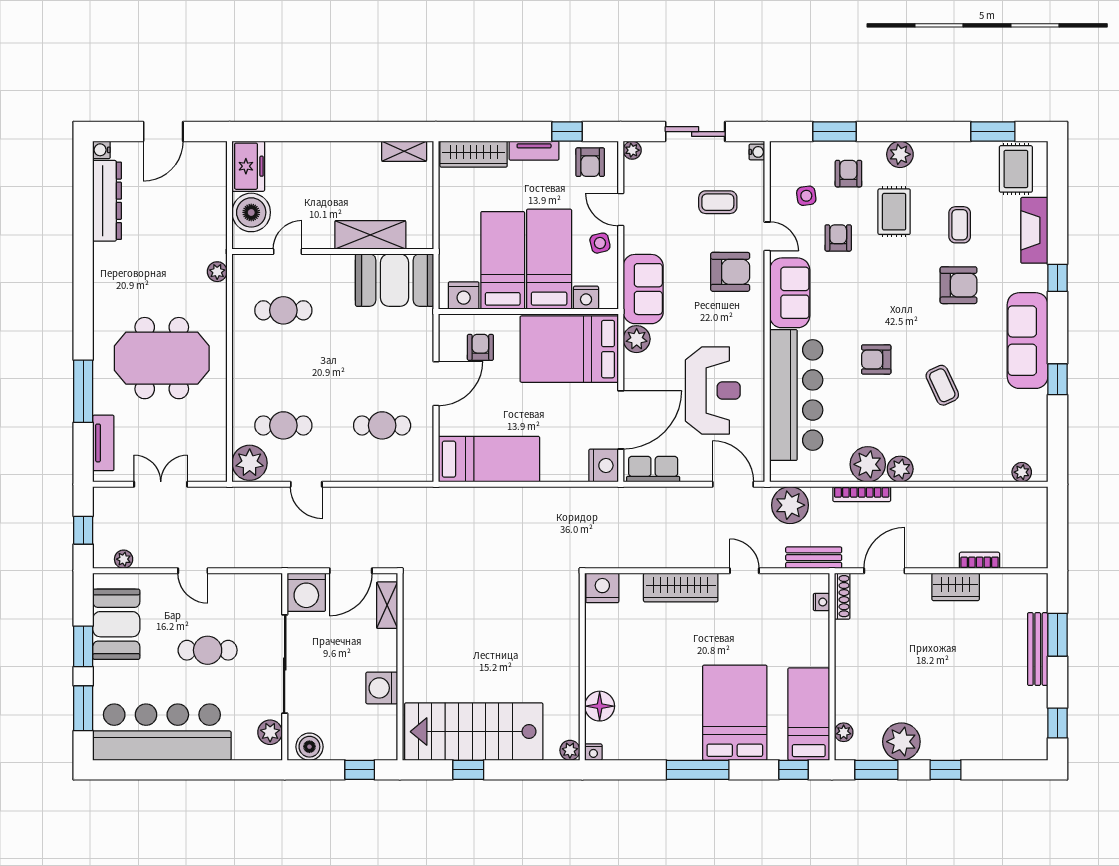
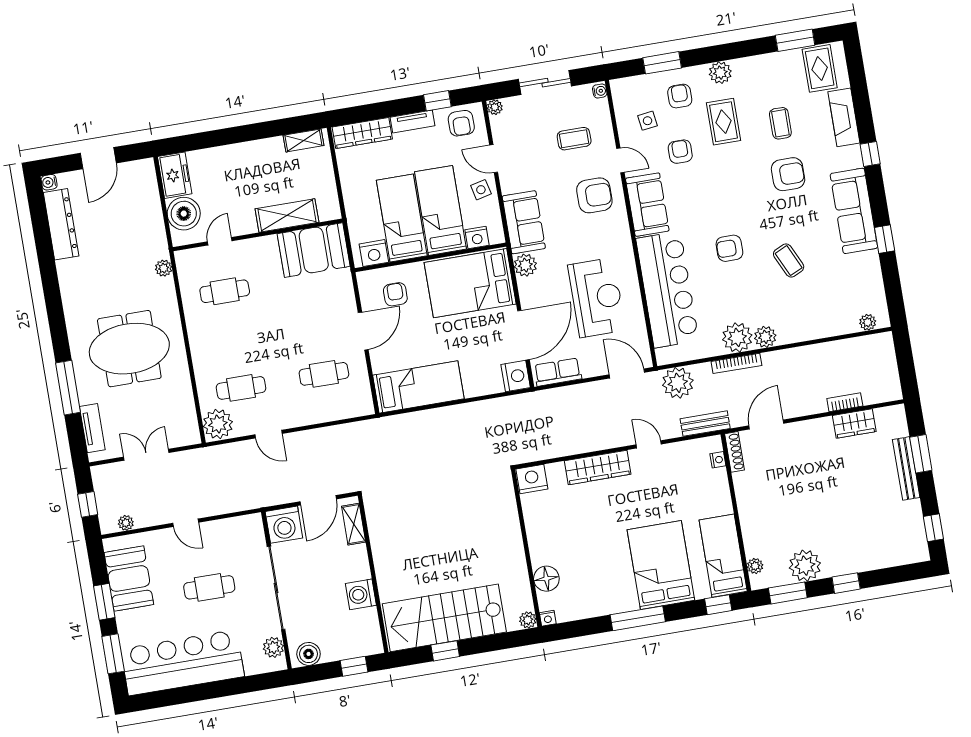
wardrobe: (956, 587) -> (854, 424), moved

